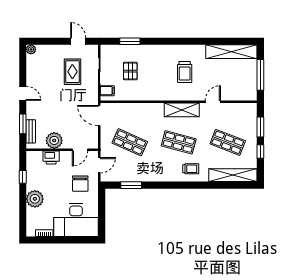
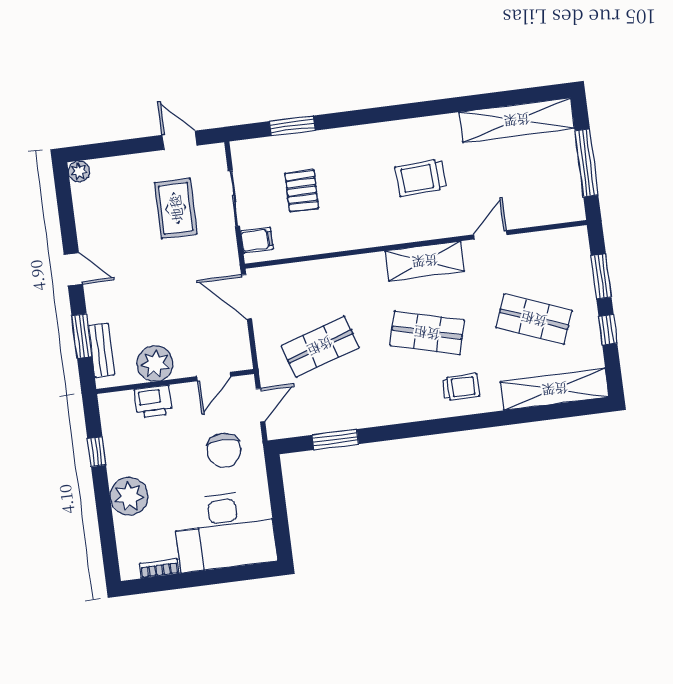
trolley: (185, 72) -> (421, 178), turned 87
shop shelf: (130, 142) -> (320, 346), turned -42

